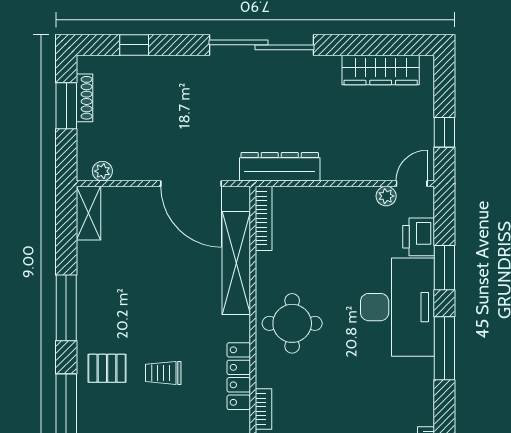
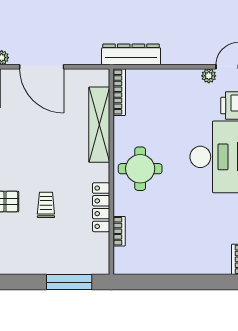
door: (191, 184) -> (42, 67), moved
trolley: (163, 373) -> (46, 205), turned 90

